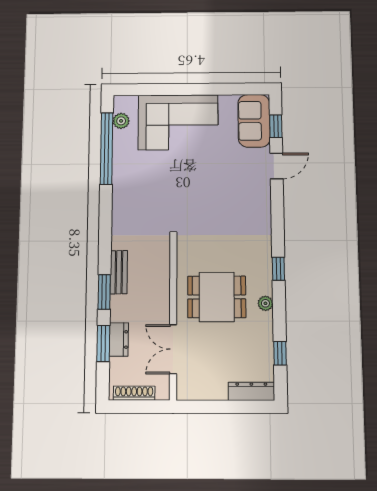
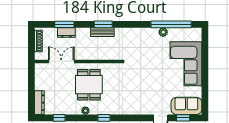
plant: (121, 121) -> (163, 32), moved
window: (104, 292) -> (103, 24), moved

